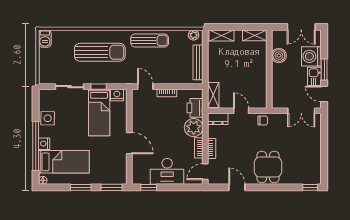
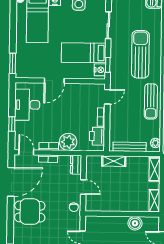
sun lounger: (100, 52) -> (140, 54), turned 180
window: (99, 87) -> (108, 65), moved
shelving: (213, 95) -> (114, 161), moved
printer: (195, 108) -> (97, 136), moved, turned -90
door: (241, 111) -> (83, 187), hinge flipped
desk: (167, 171) -> (27, 105), moved
window: (81, 187) -> (13, 34), removed
window: (149, 187) -> (12, 124), moved
door: (237, 187) -> (11, 182), width x1.88

